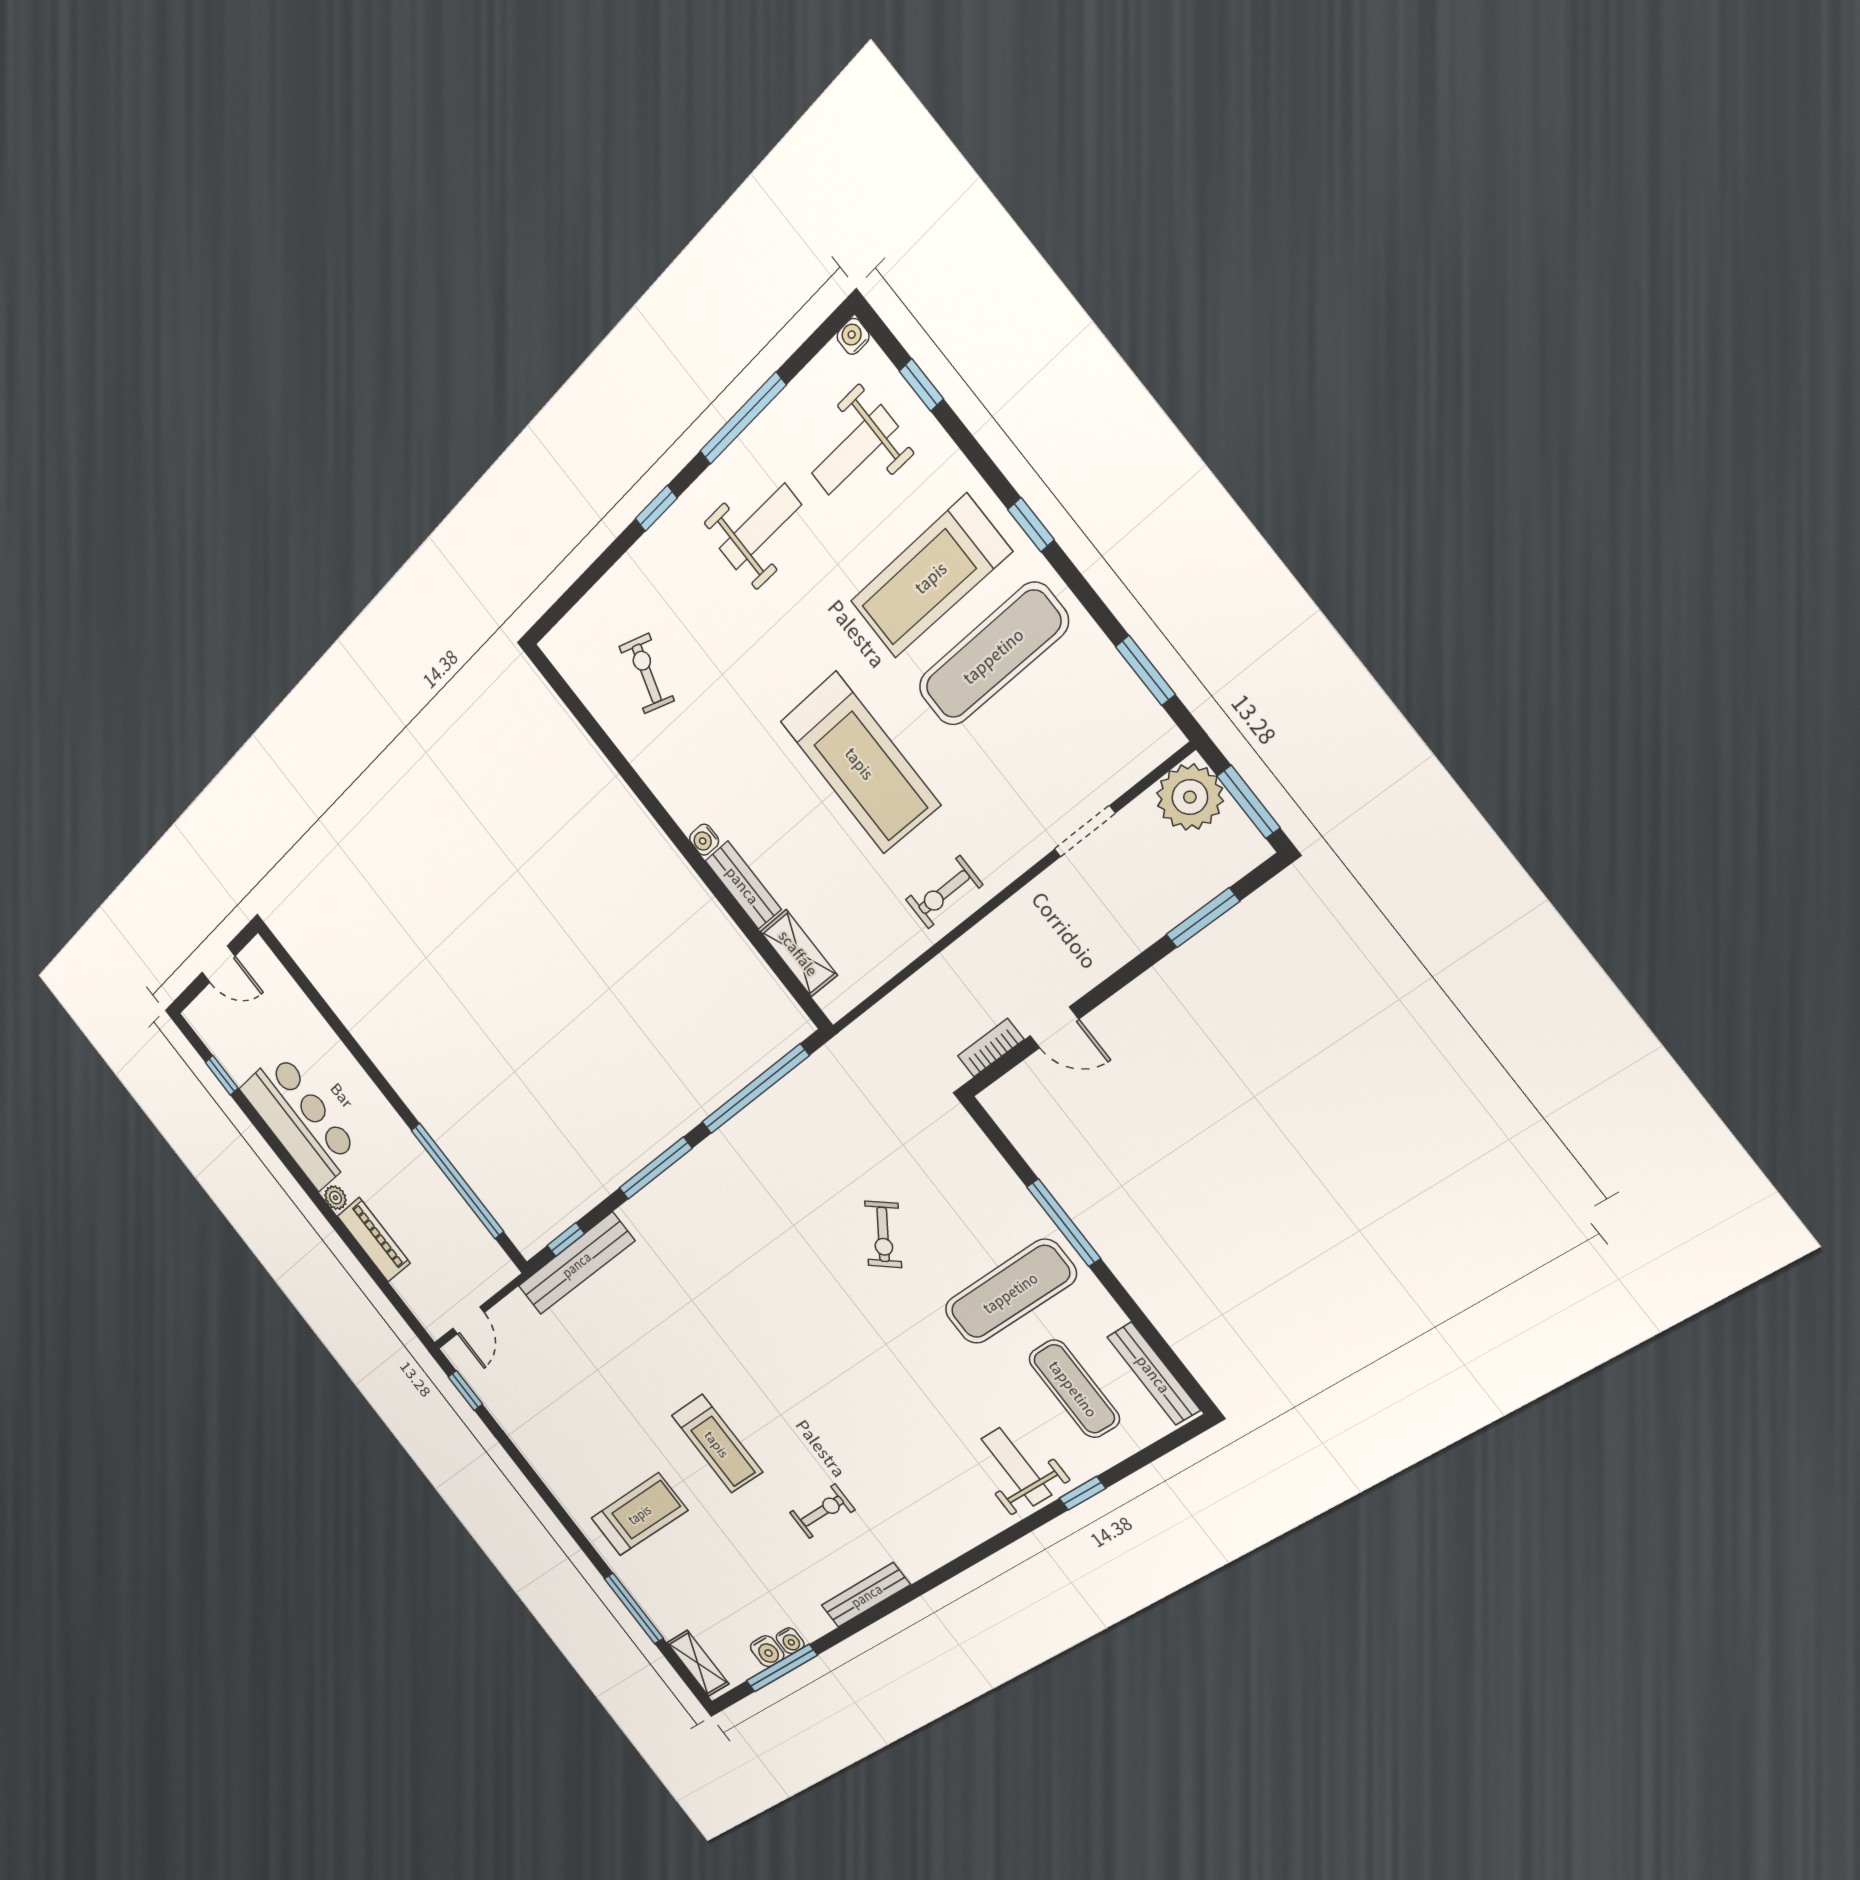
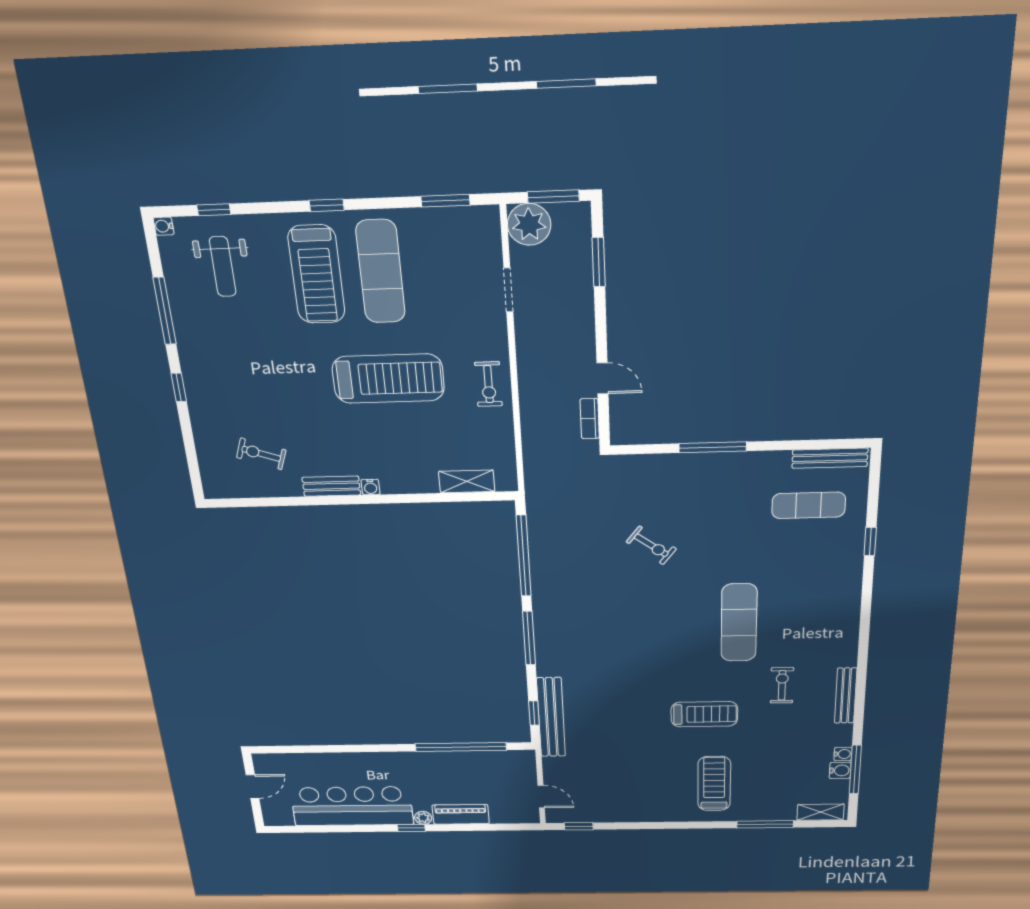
weight bench: (760, 527) -> (227, 342), removed
bench: (743, 885) -> (331, 486), moved
door: (1054, 1027) -> (603, 378), hinge flipped
window: (222, 1075) -> (411, 828), moved
bar counter: (300, 1121) -> (352, 806), width x1.36
exercise mat: (1010, 1292) -> (739, 623), moved
weight bench: (1016, 1467) -> (831, 566), removed

